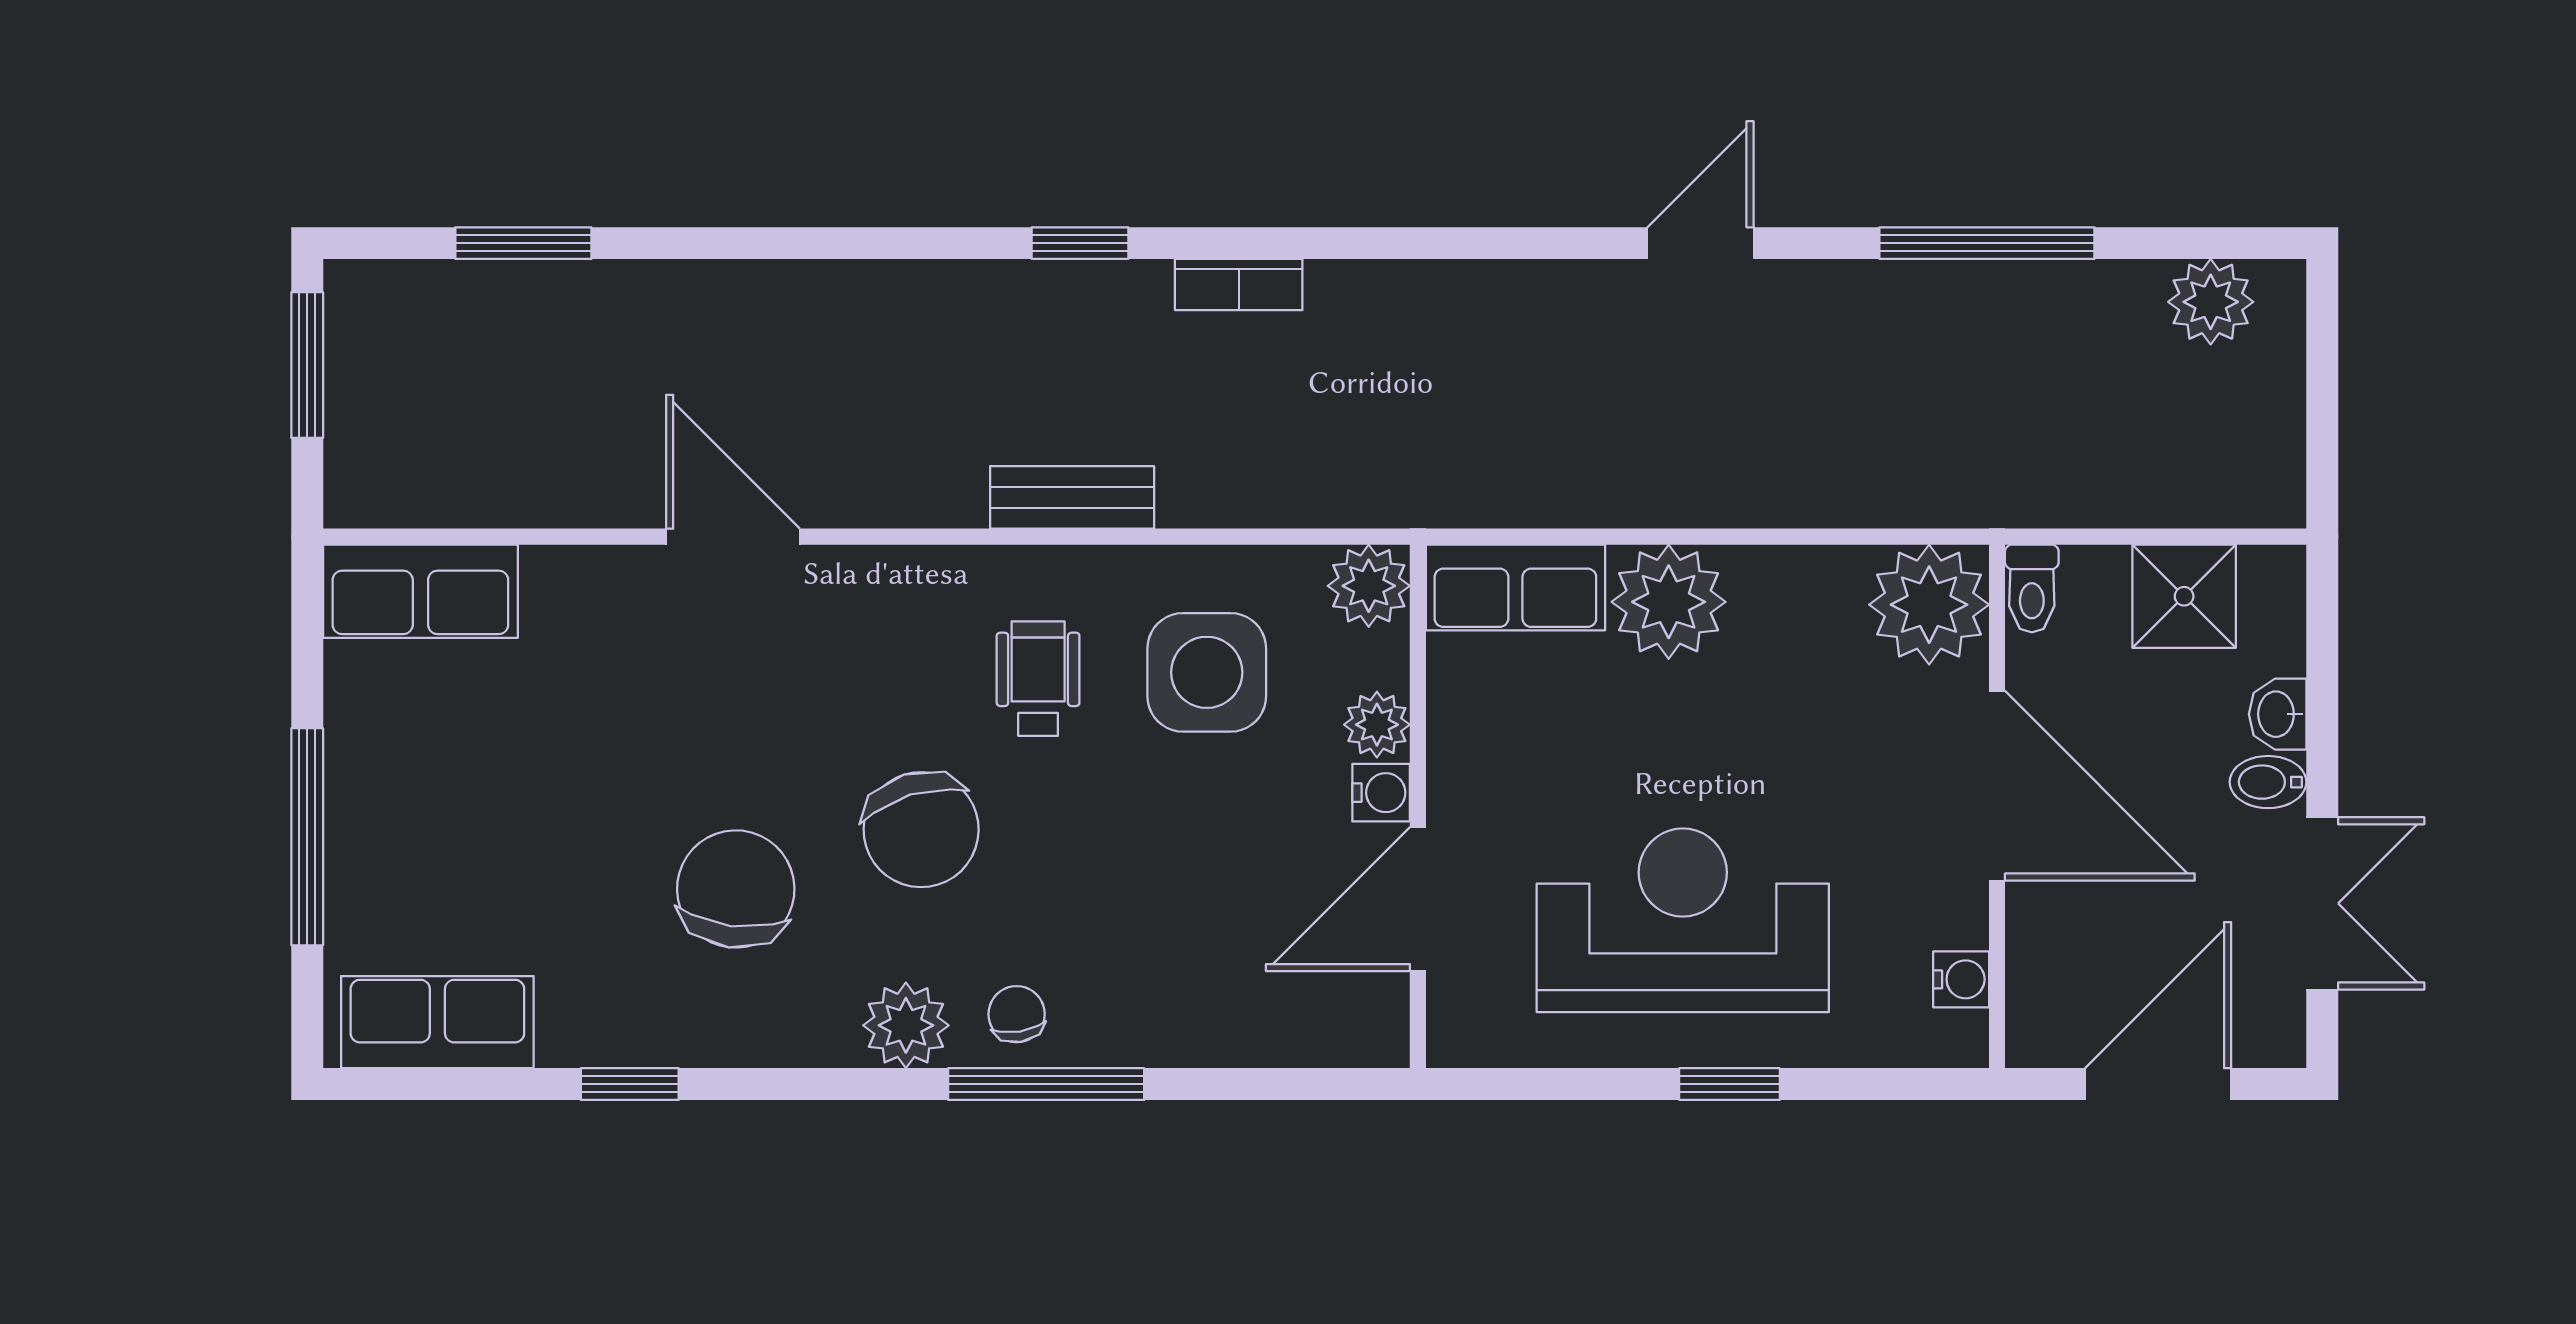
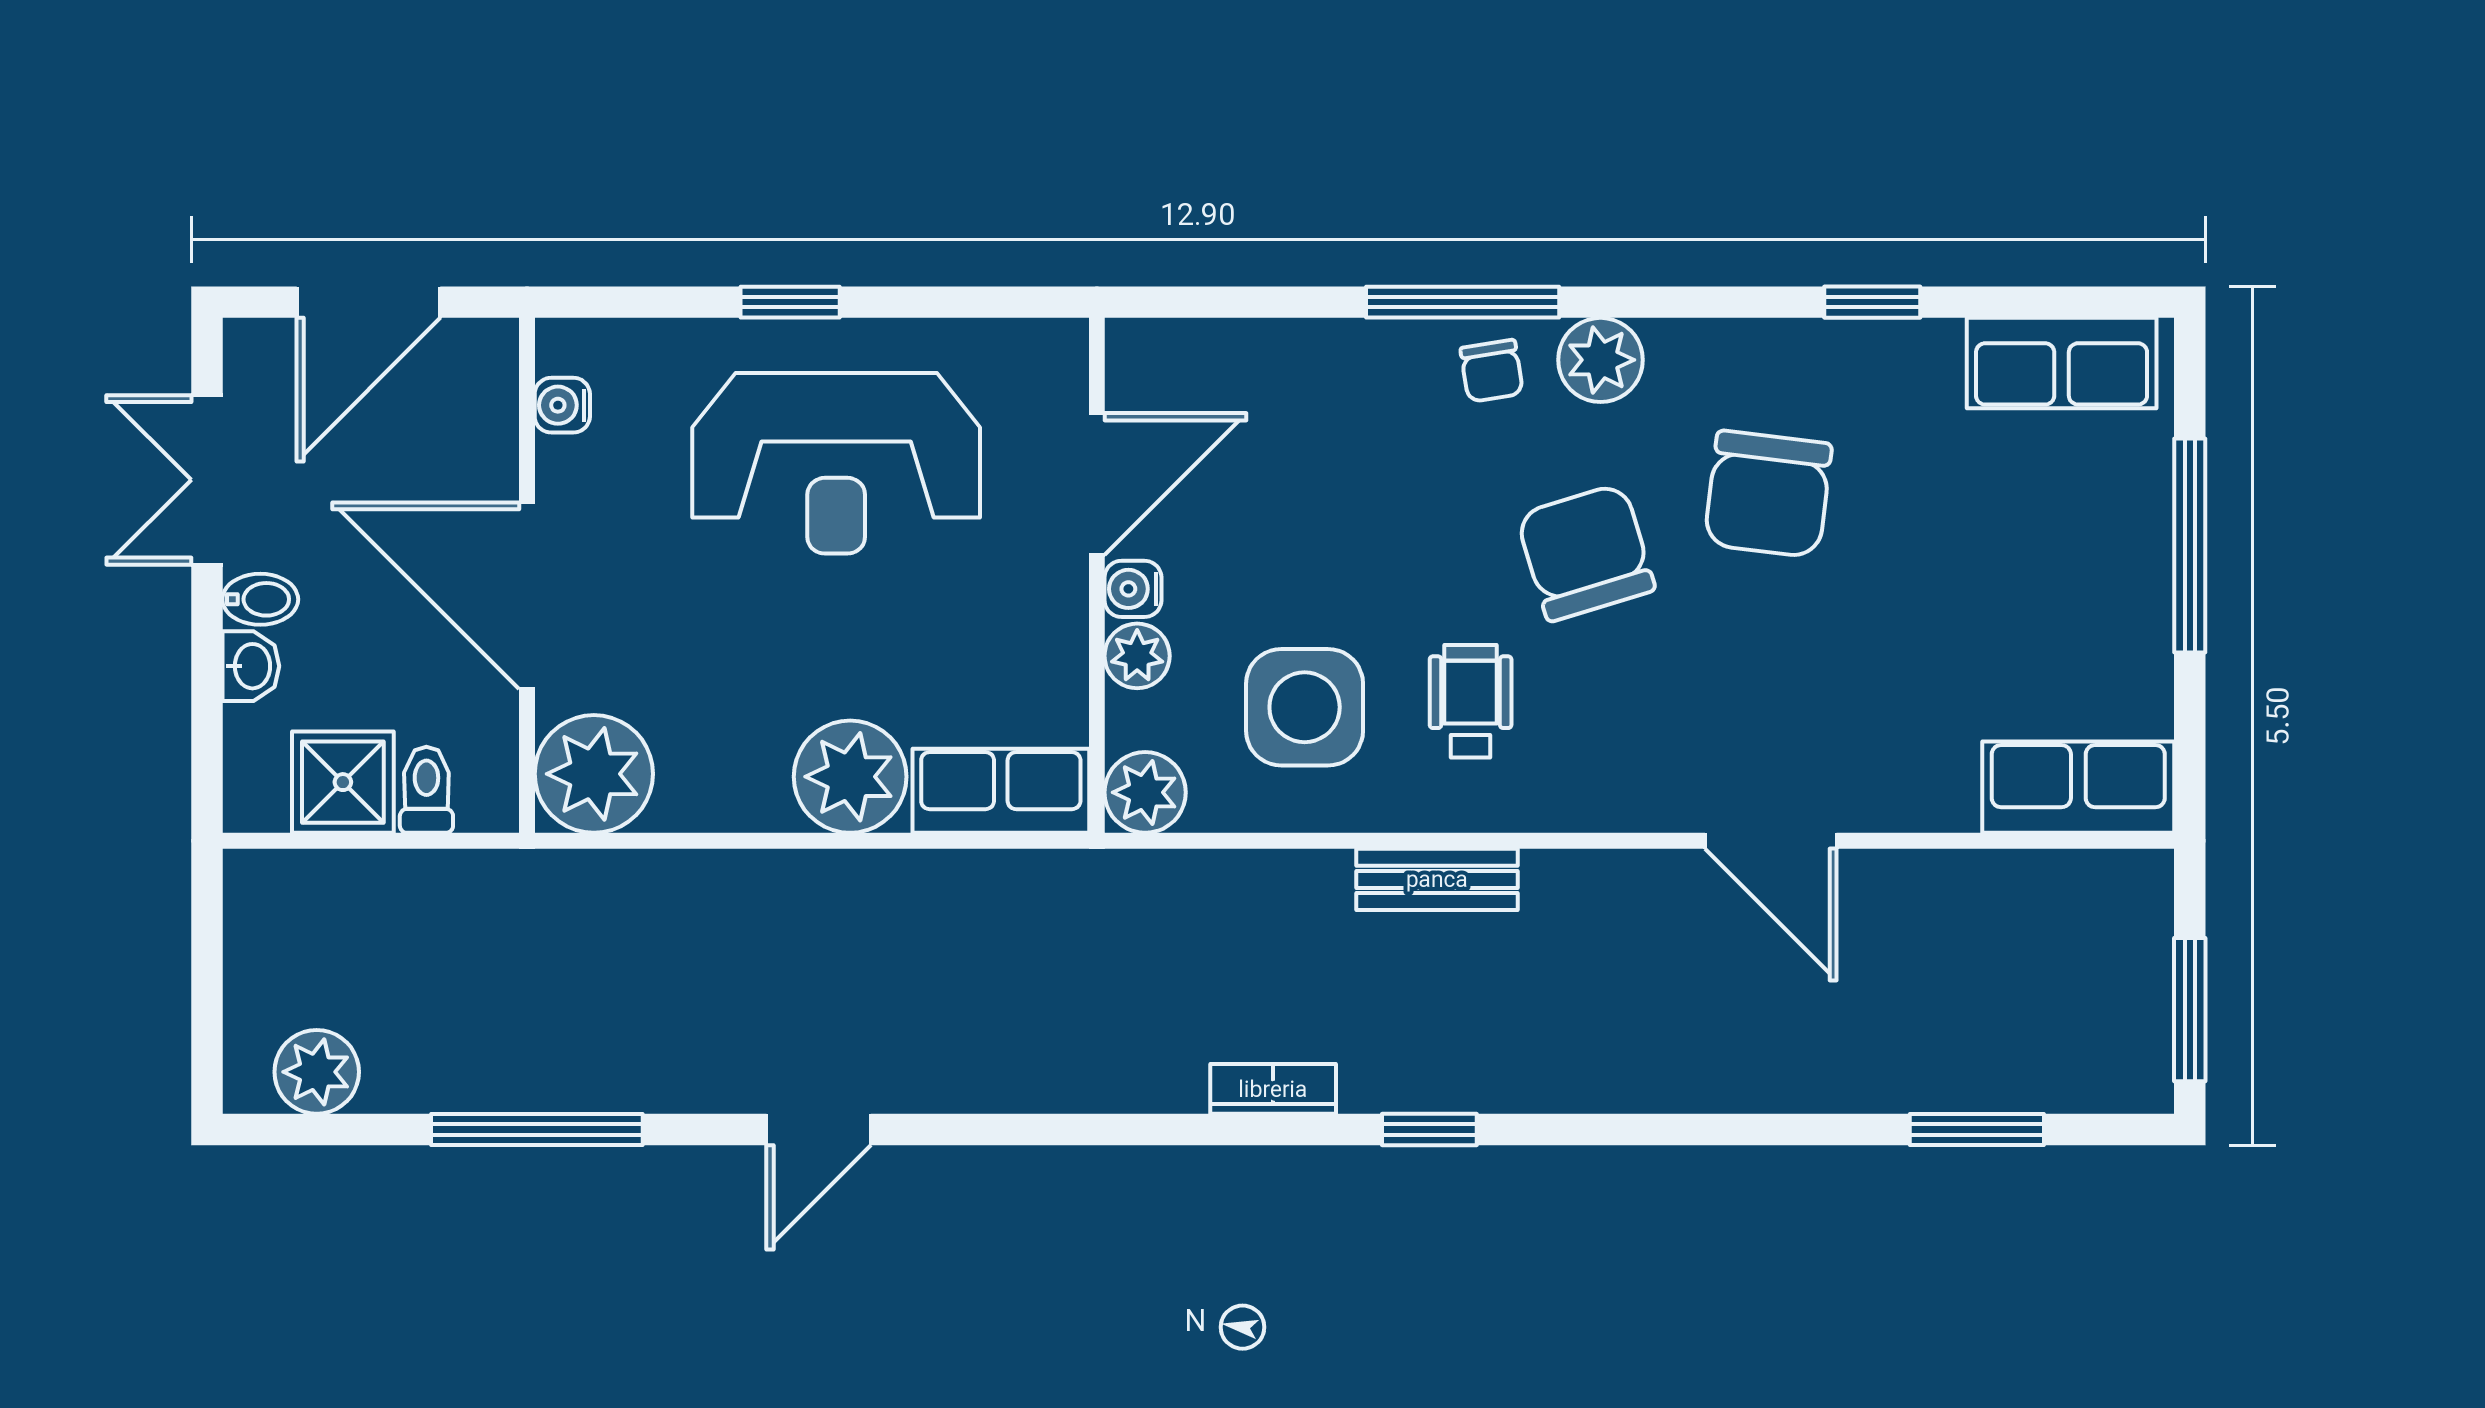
toilet: (2032, 588) -> (426, 790), moved
wheelchair: (1038, 679) -> (1471, 701), turned 180

